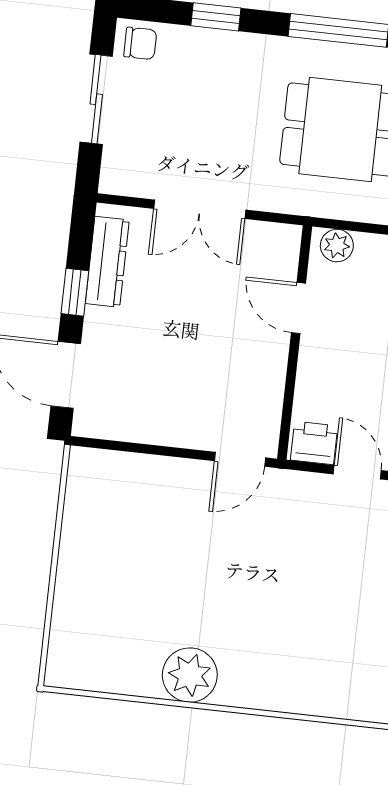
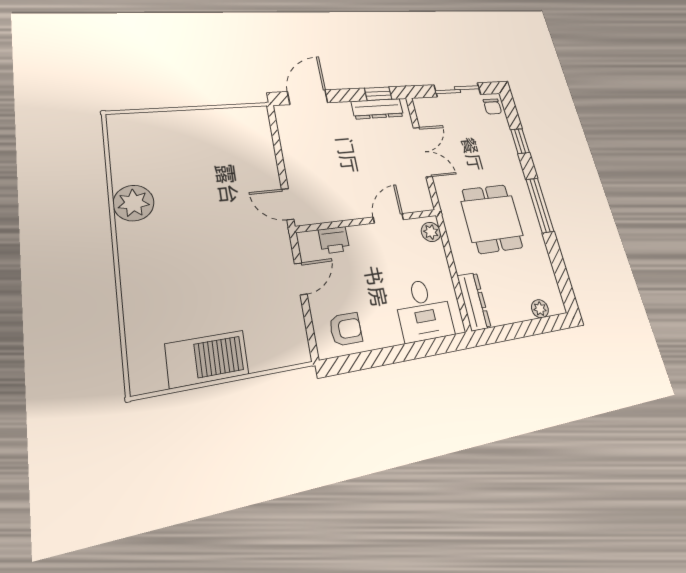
double door: (200, 209) -> (423, 152), swing flipped
window: (75, 292) -> (378, 94), moved
printer: (314, 443) -> (334, 240), moved, turned 90

